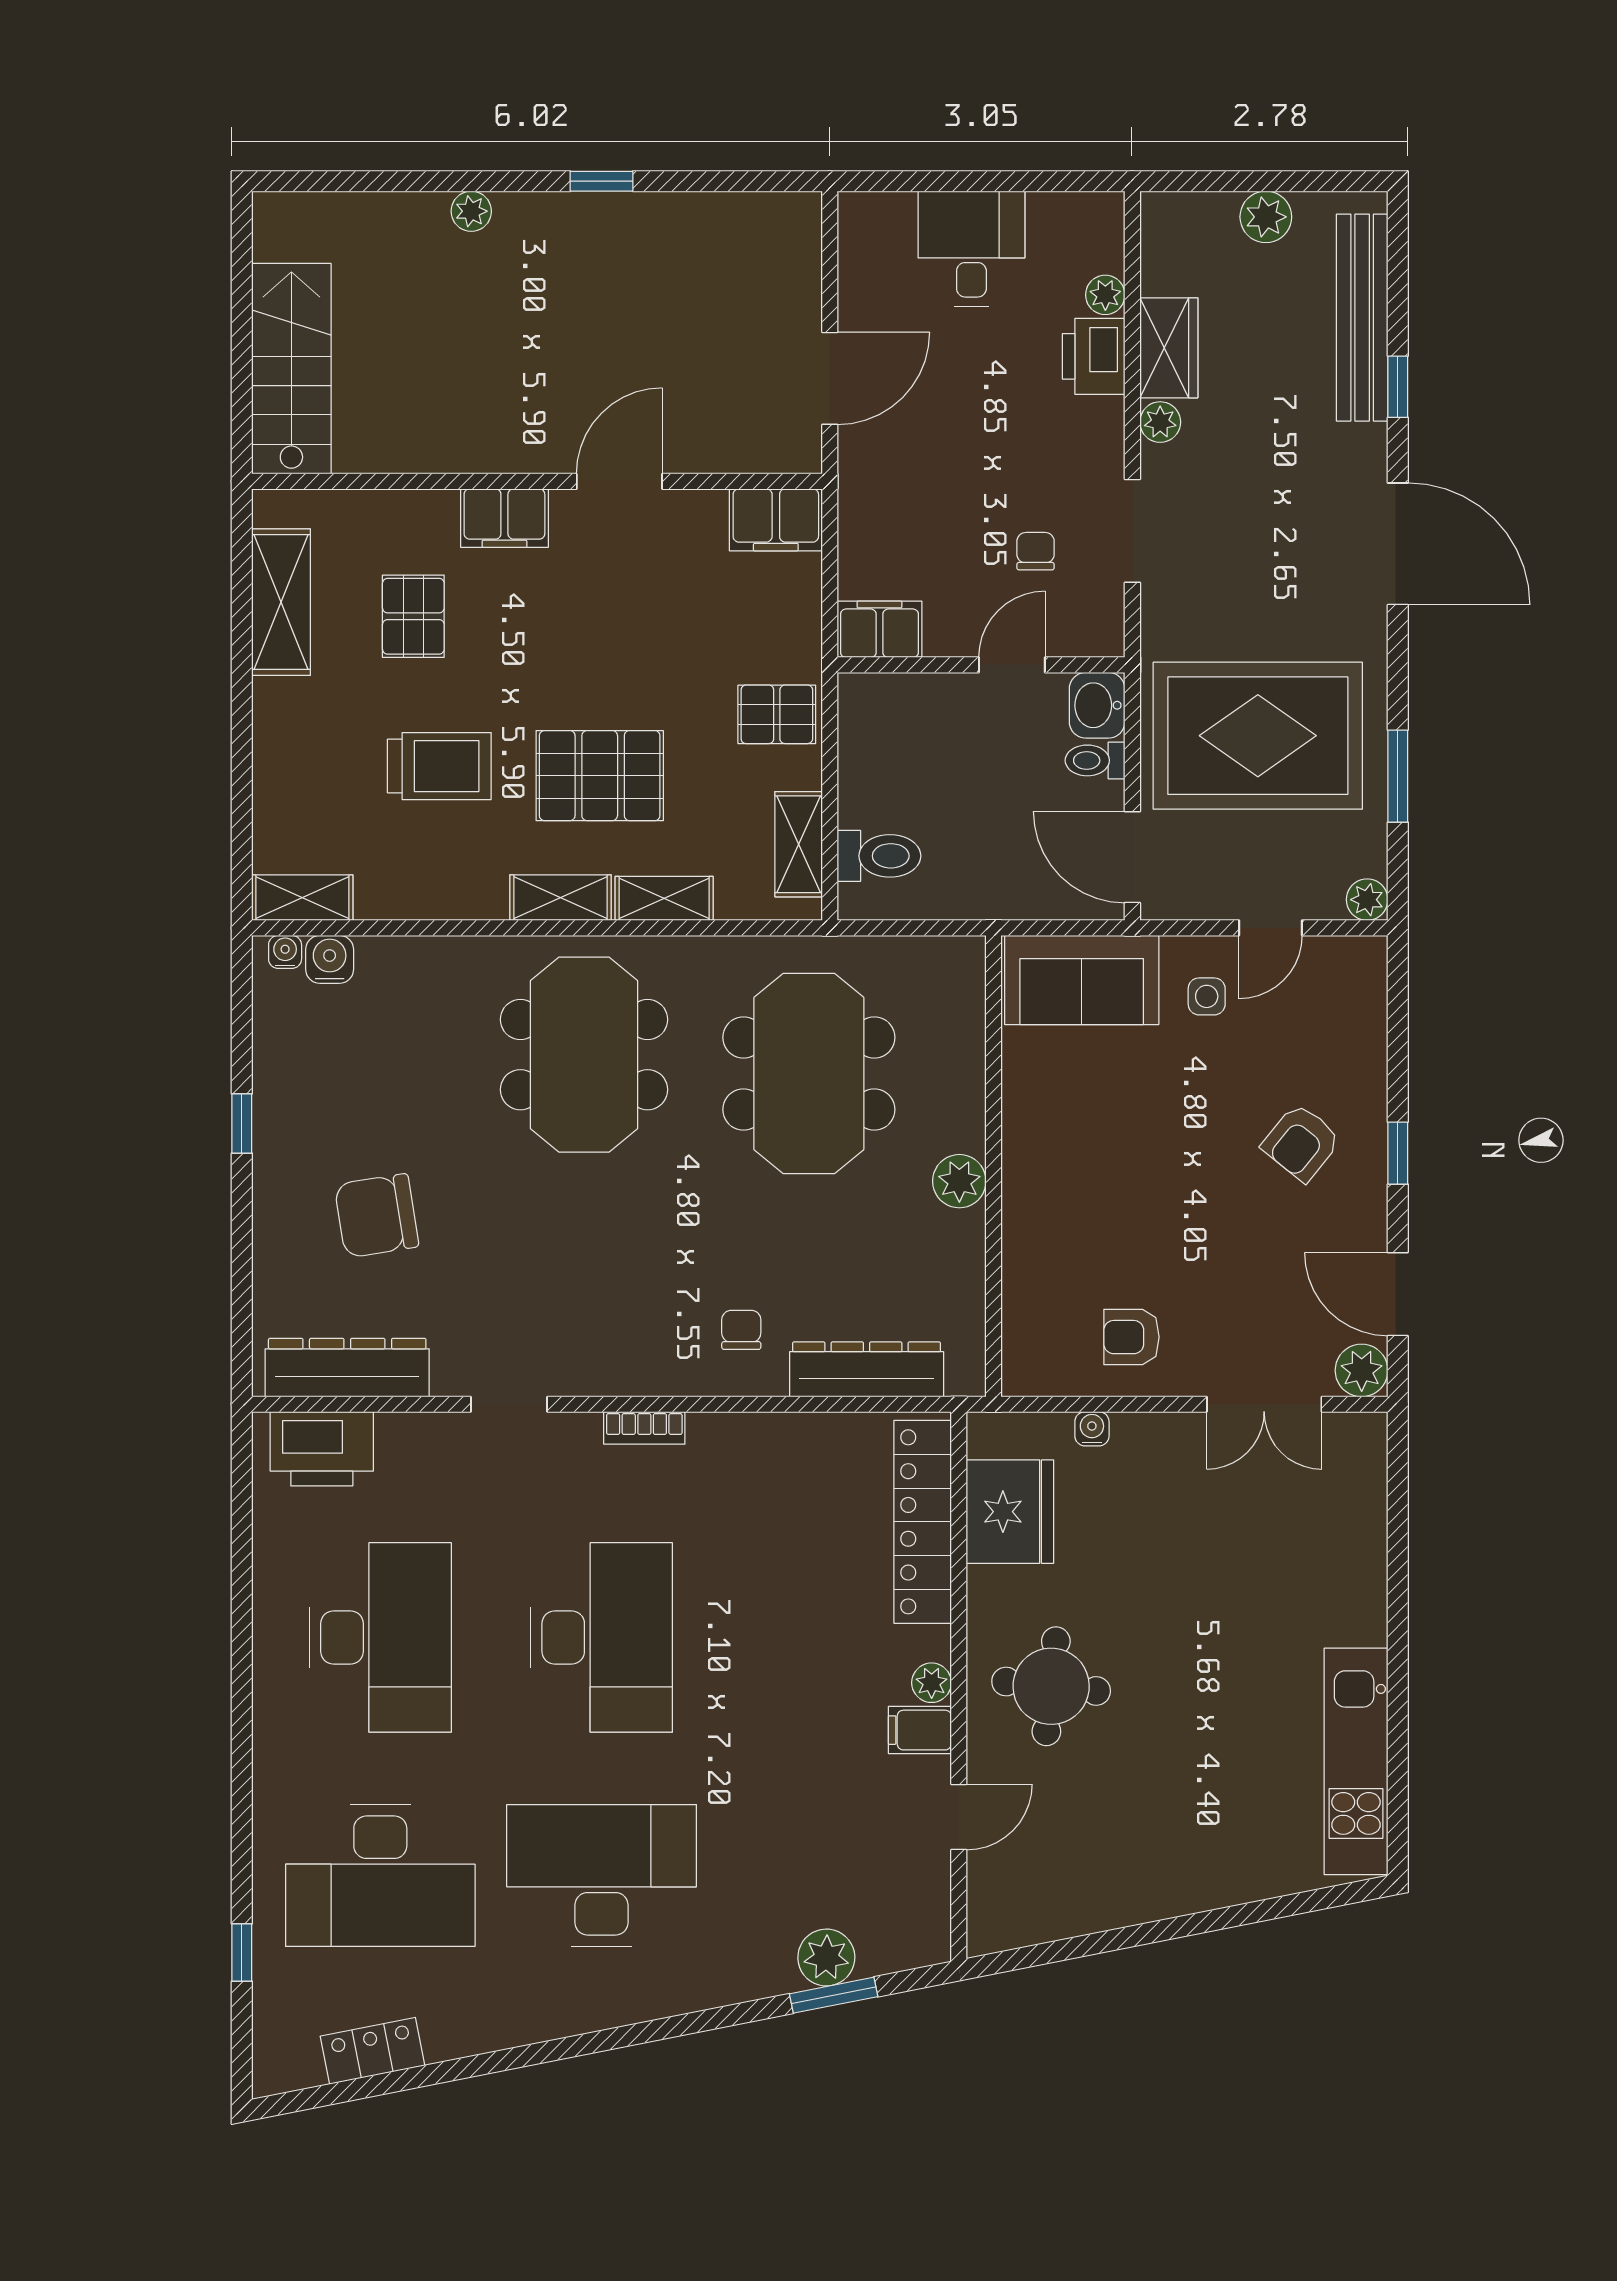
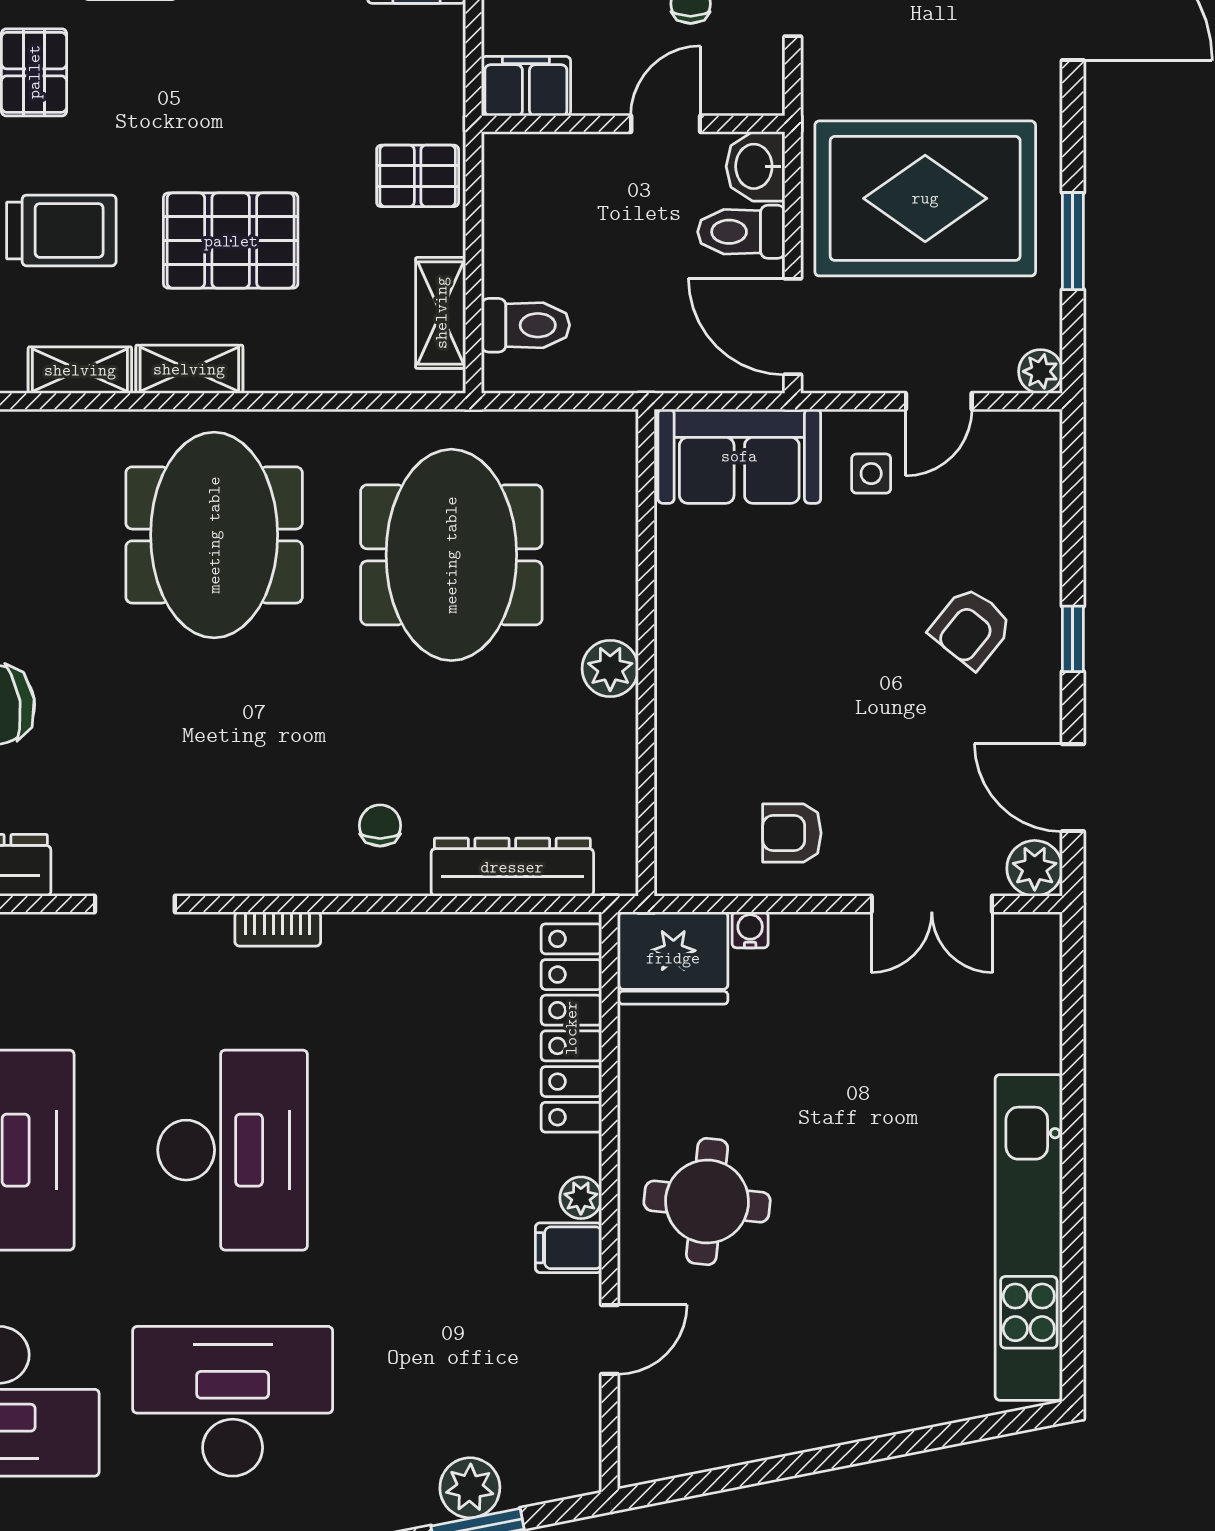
toilet: (1095, 760) -> (741, 232), width x1.37, depth x1.39
shelving: (664, 898) -> (80, 370), moved
fridge: (1010, 1512) -> (673, 958), moved, turned 90
kitchen unit: (1356, 1761) -> (1029, 1237), width x1.36

